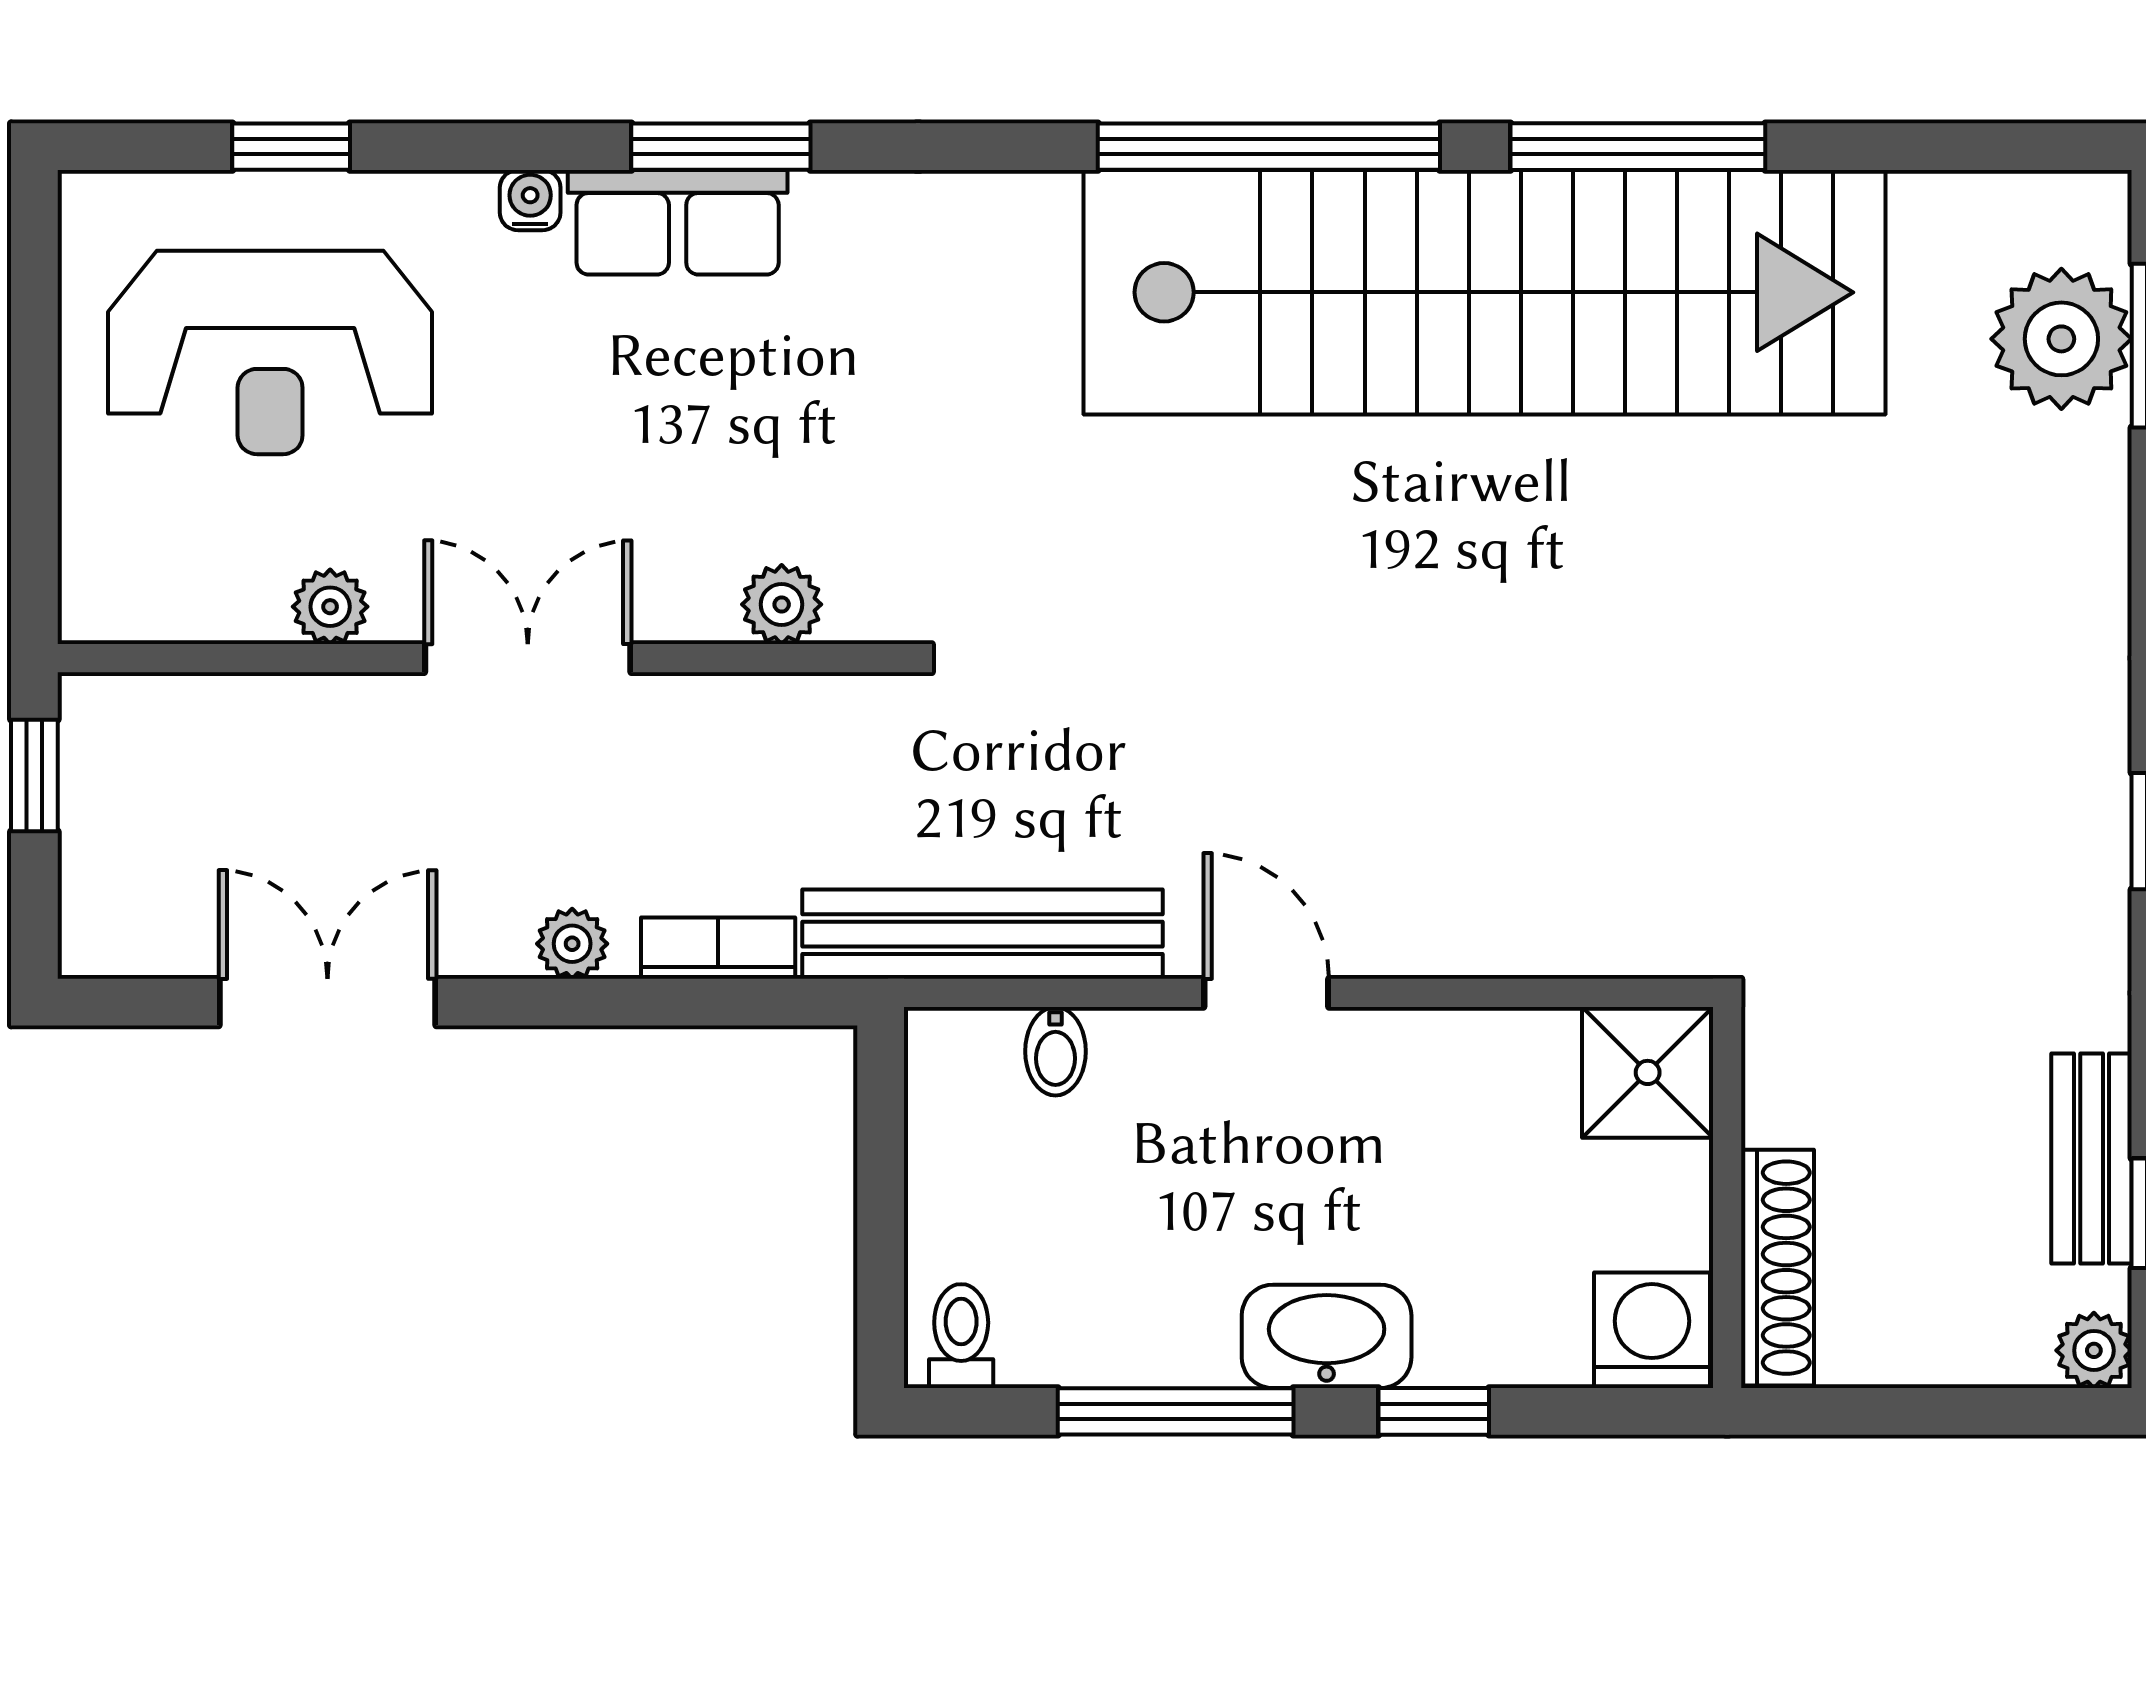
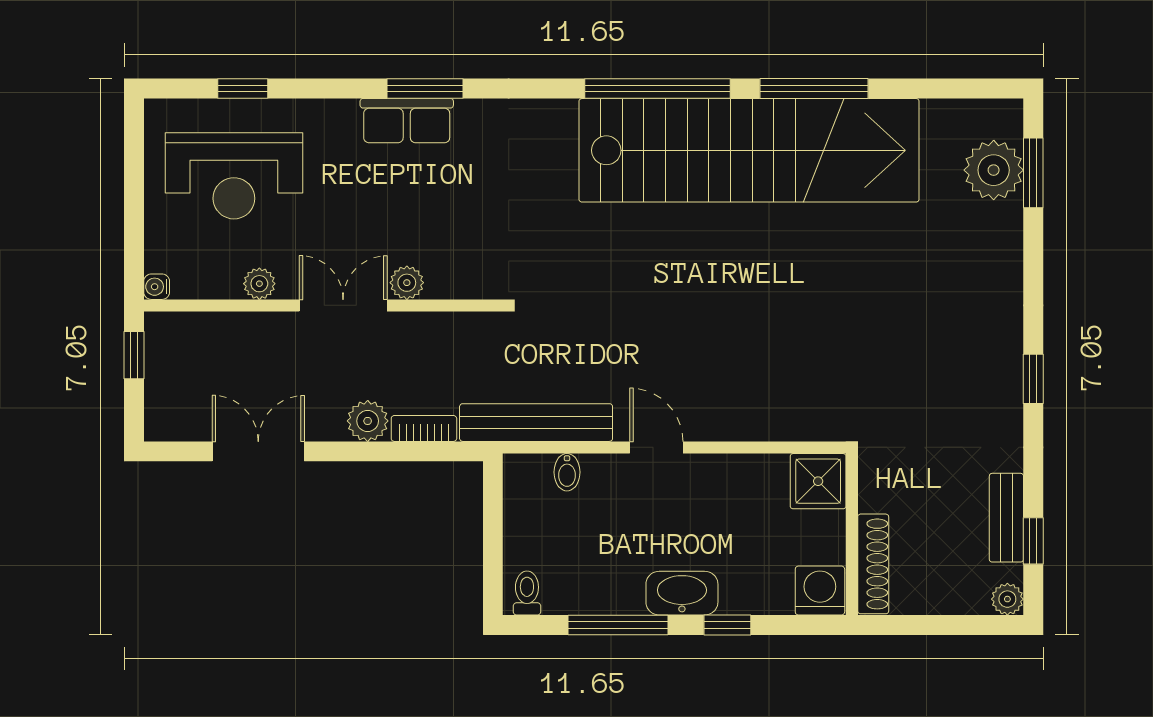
water cooler: (530, 200) -> (157, 287), moved, turned -90
plant: (782, 604) -> (407, 283), moved
plant: (572, 944) -> (368, 421), width x1.38, depth x1.38

